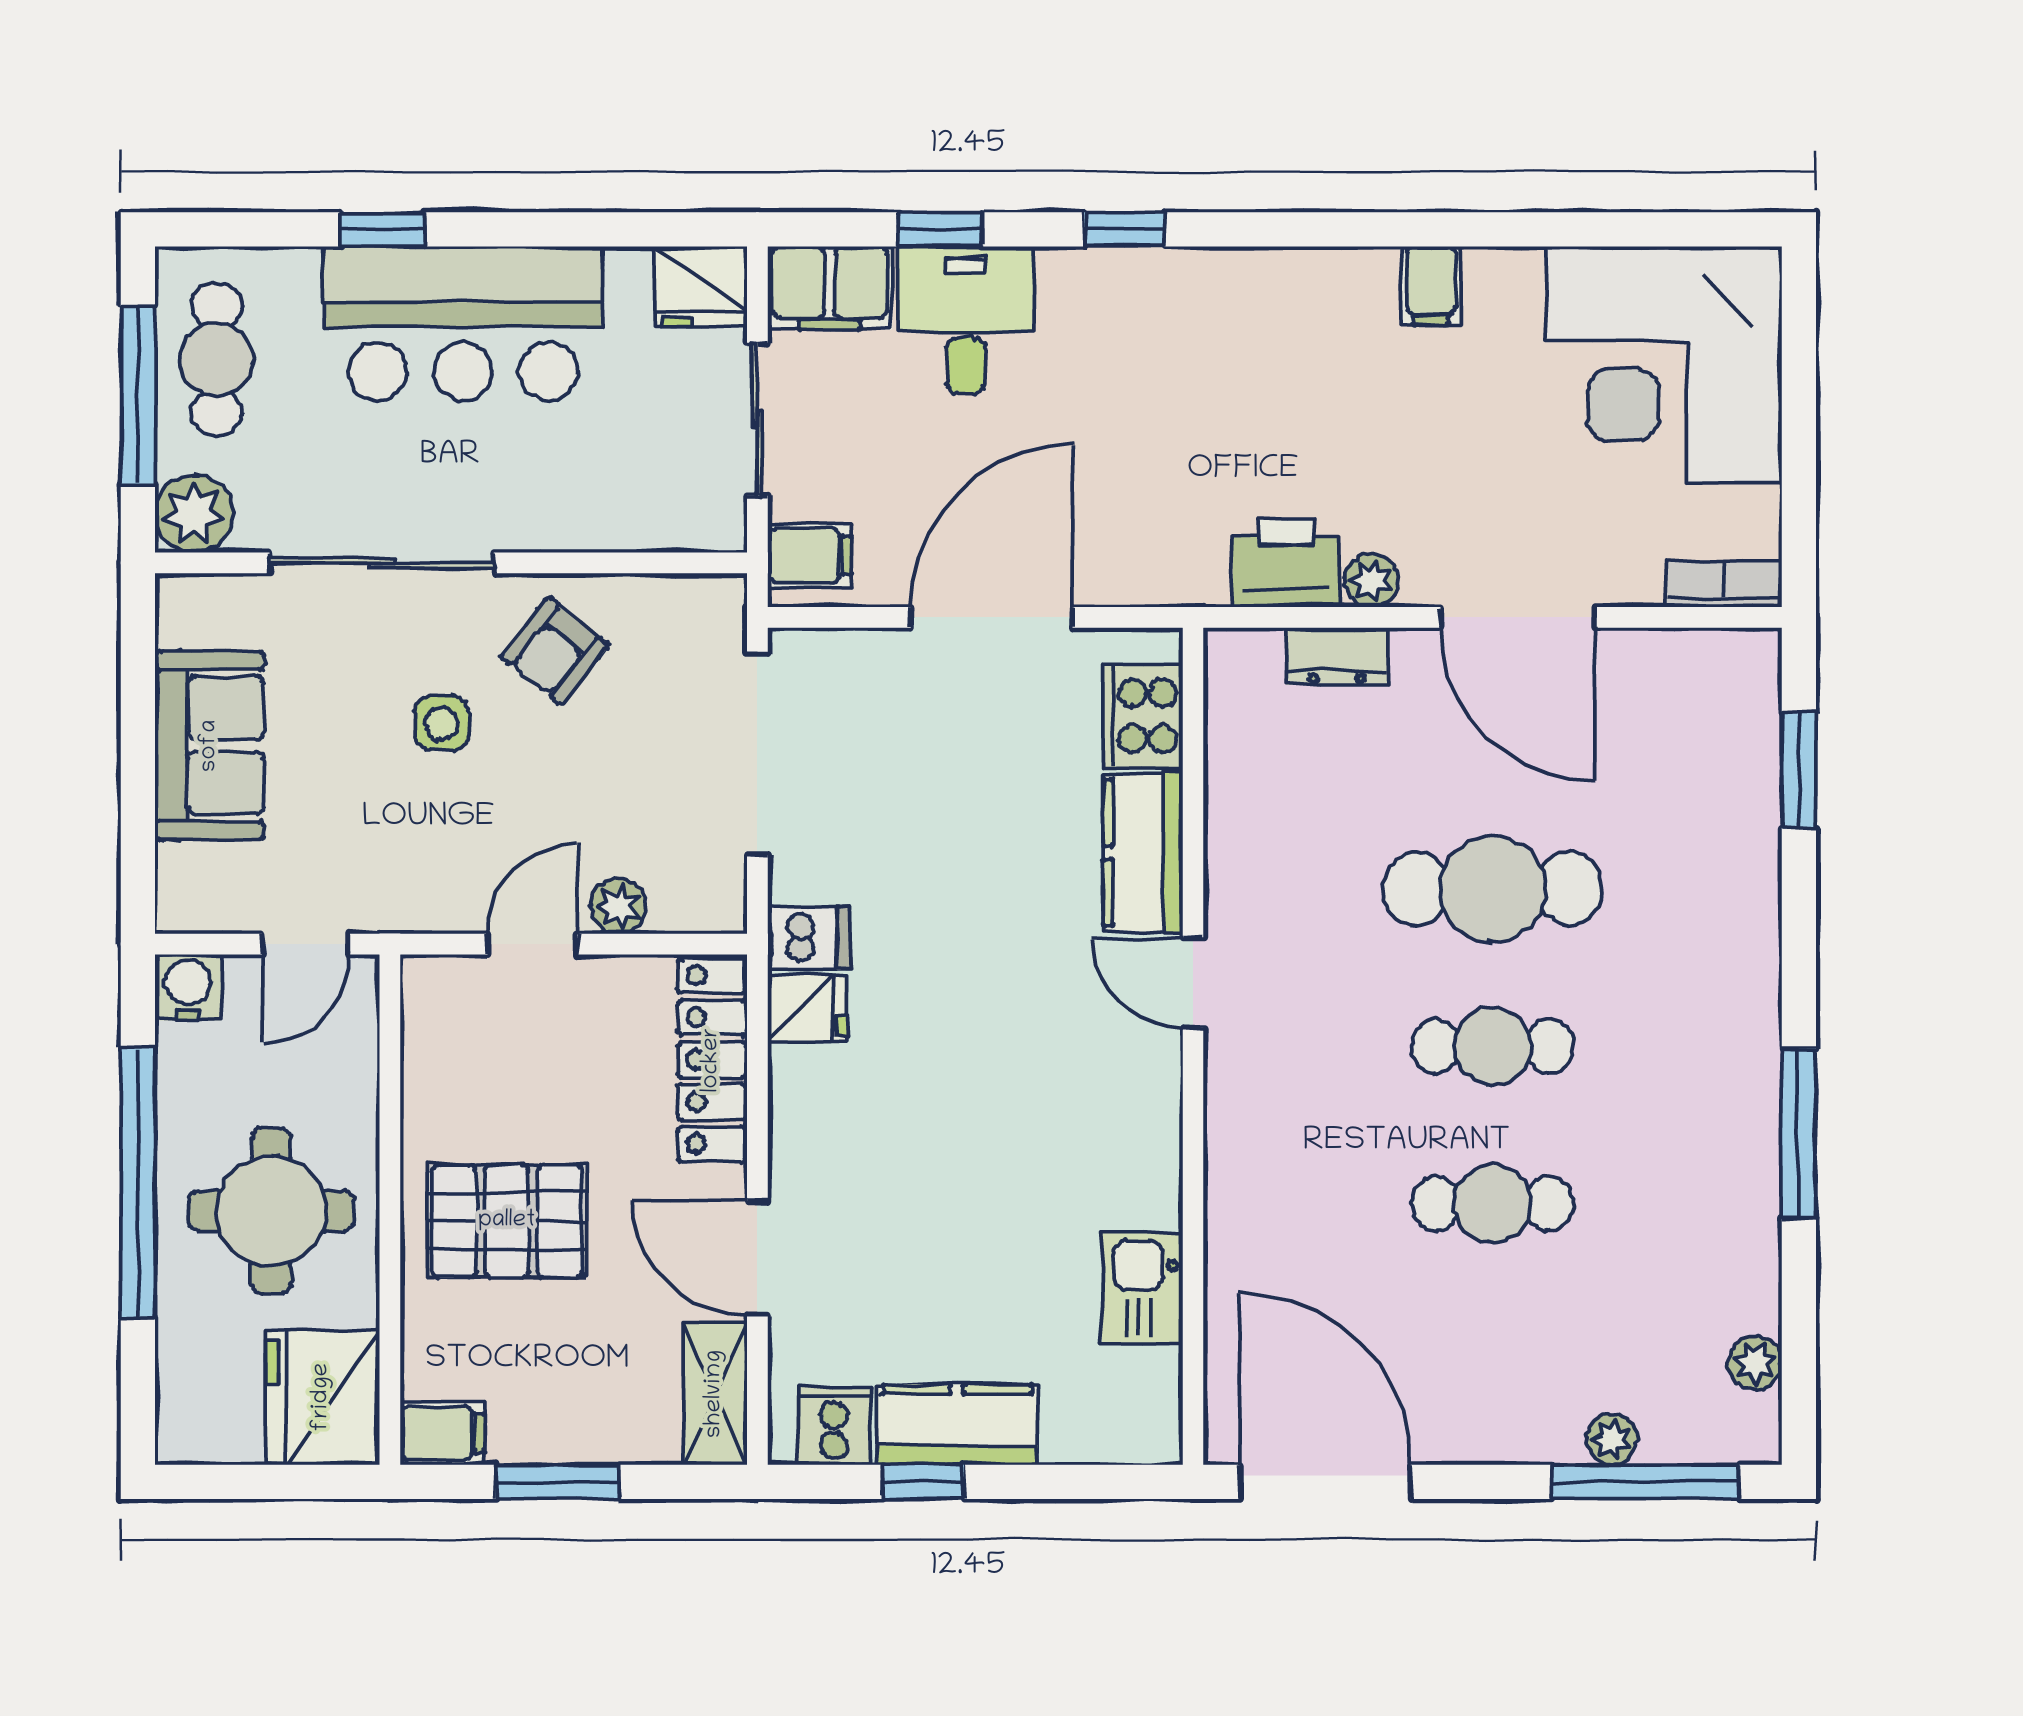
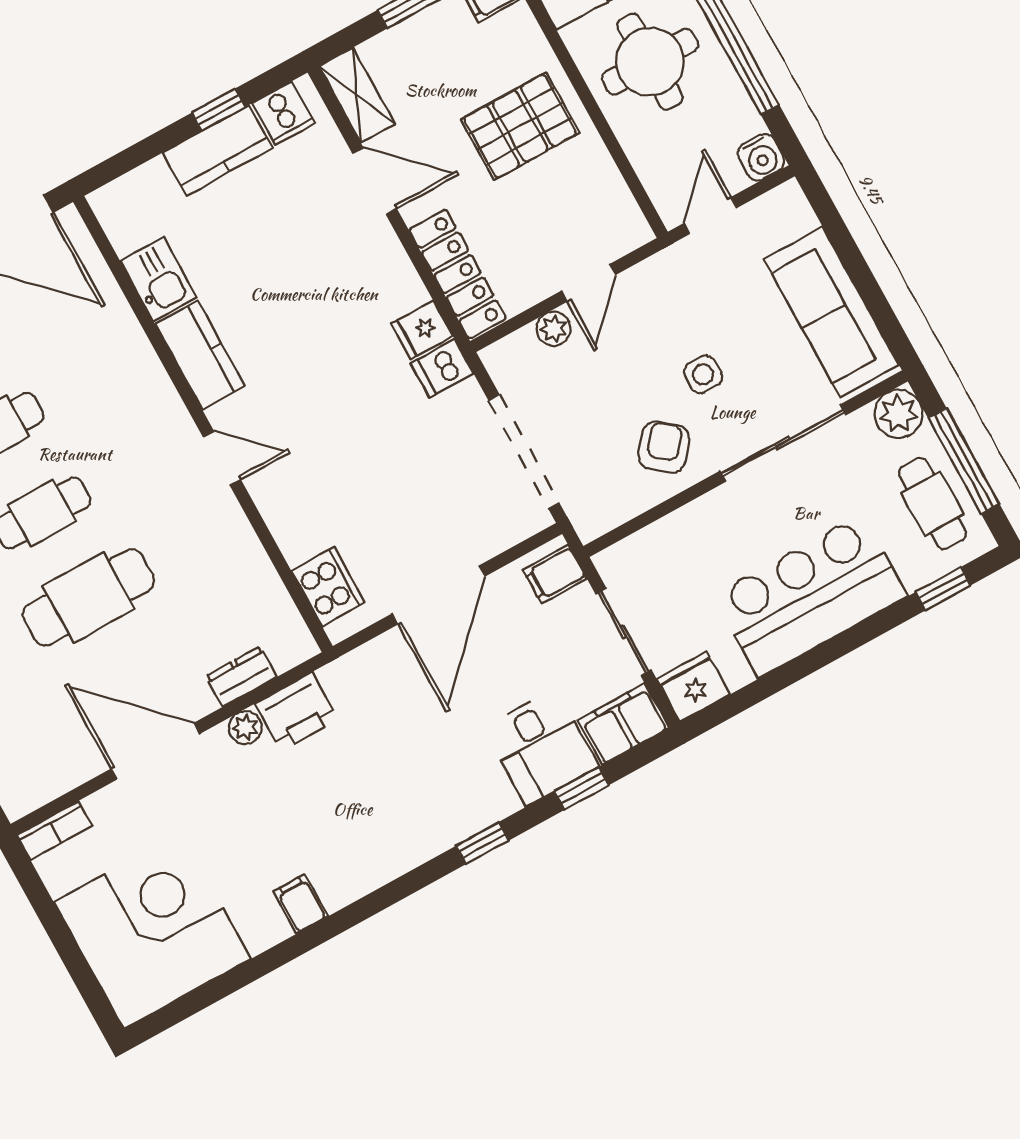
window: (383, 229) -> (943, 589), moved
sofa: (210, 746) -> (831, 312), width x1.36
kitchen counter: (1143, 853) -> (200, 355), moved

